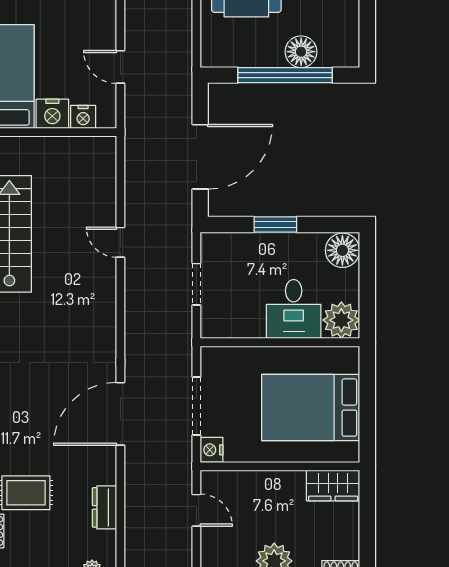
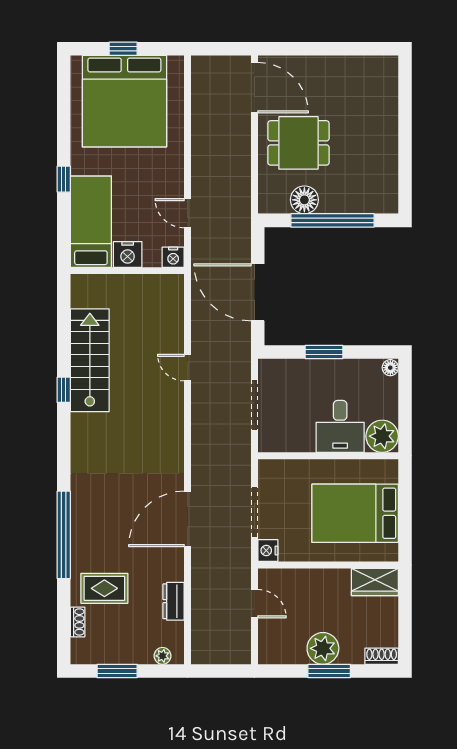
floor lamp: (301, 52) -> (304, 200), moved
nightstand: (83, 117) -> (173, 257), moved
door: (200, 157) -> (258, 292), swing flipped
floor lamp: (342, 250) -> (390, 368), width x0.53, depth x0.53
doorway: (196, 284) -> (254, 405), width x1.38

